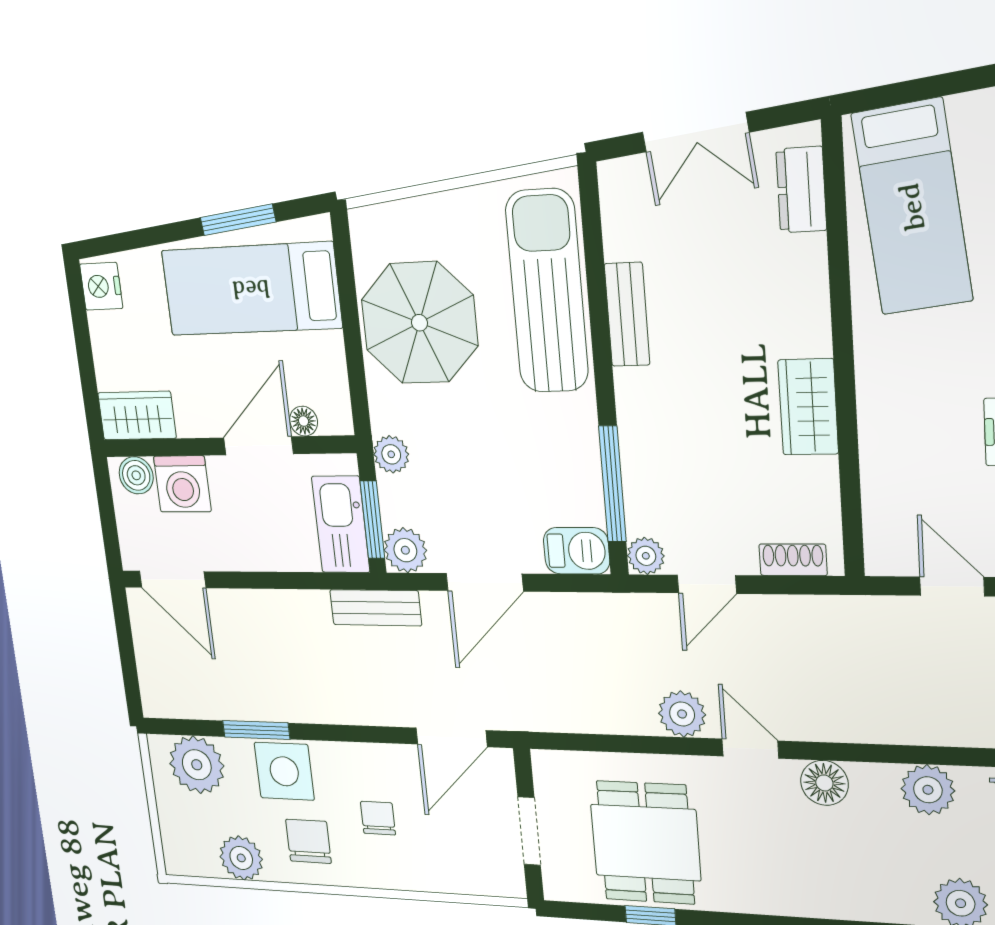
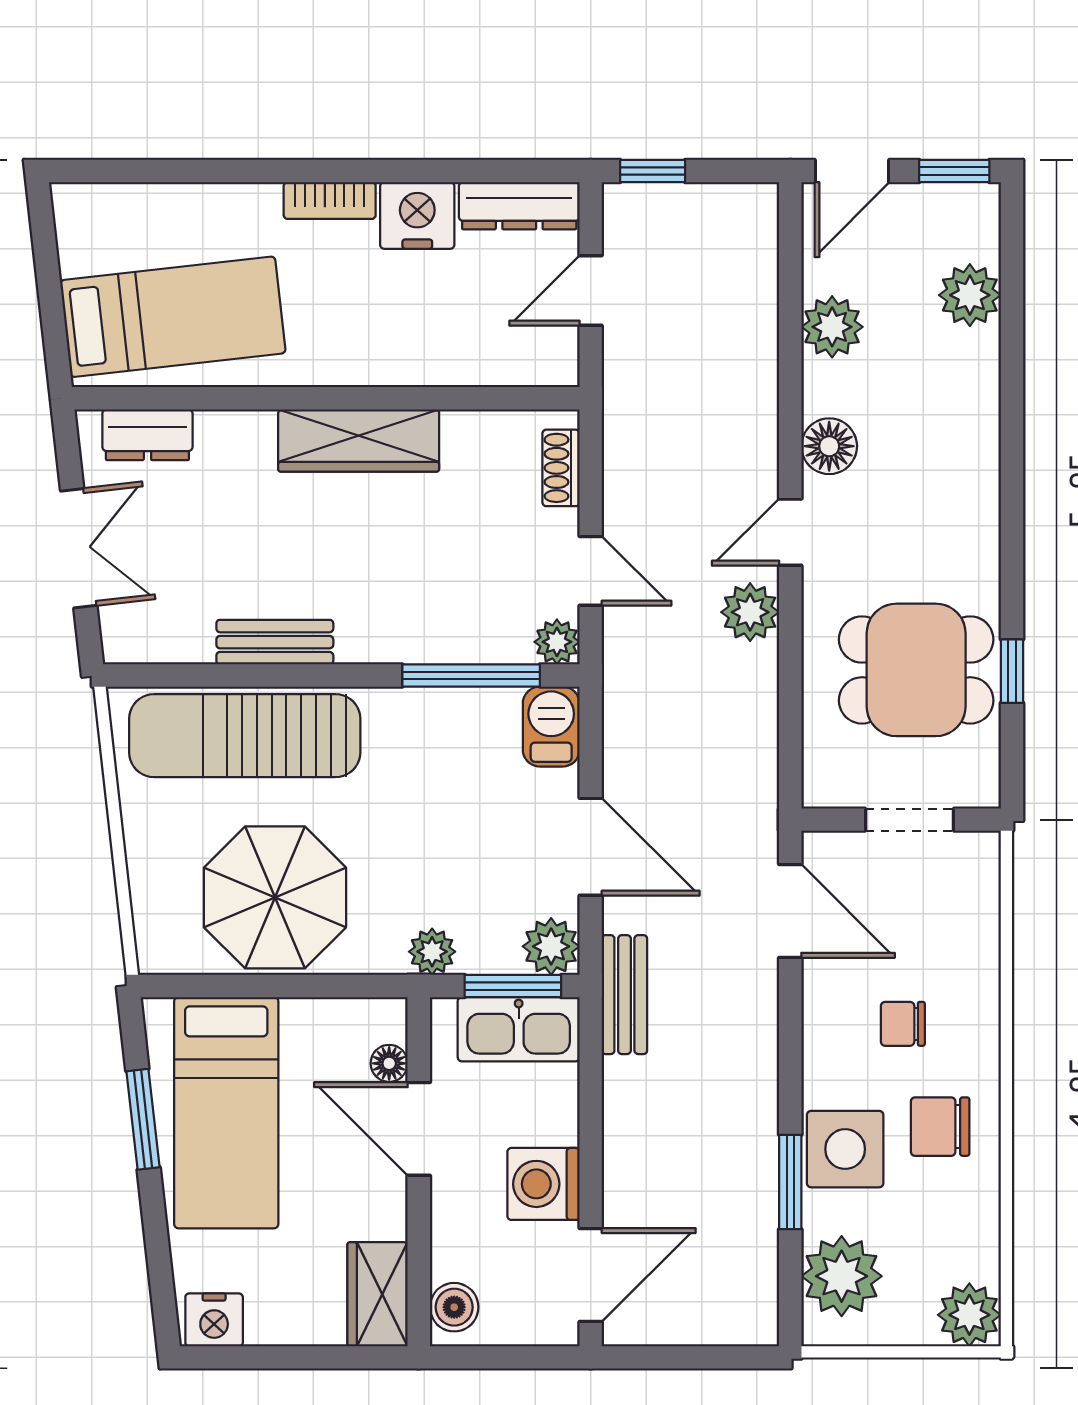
wardrobe: (808, 407) -> (359, 441), width x1.50
washing machine: (182, 484) -> (543, 1184), moved, turned 180
plant: (241, 858) -> (969, 1315), moved

